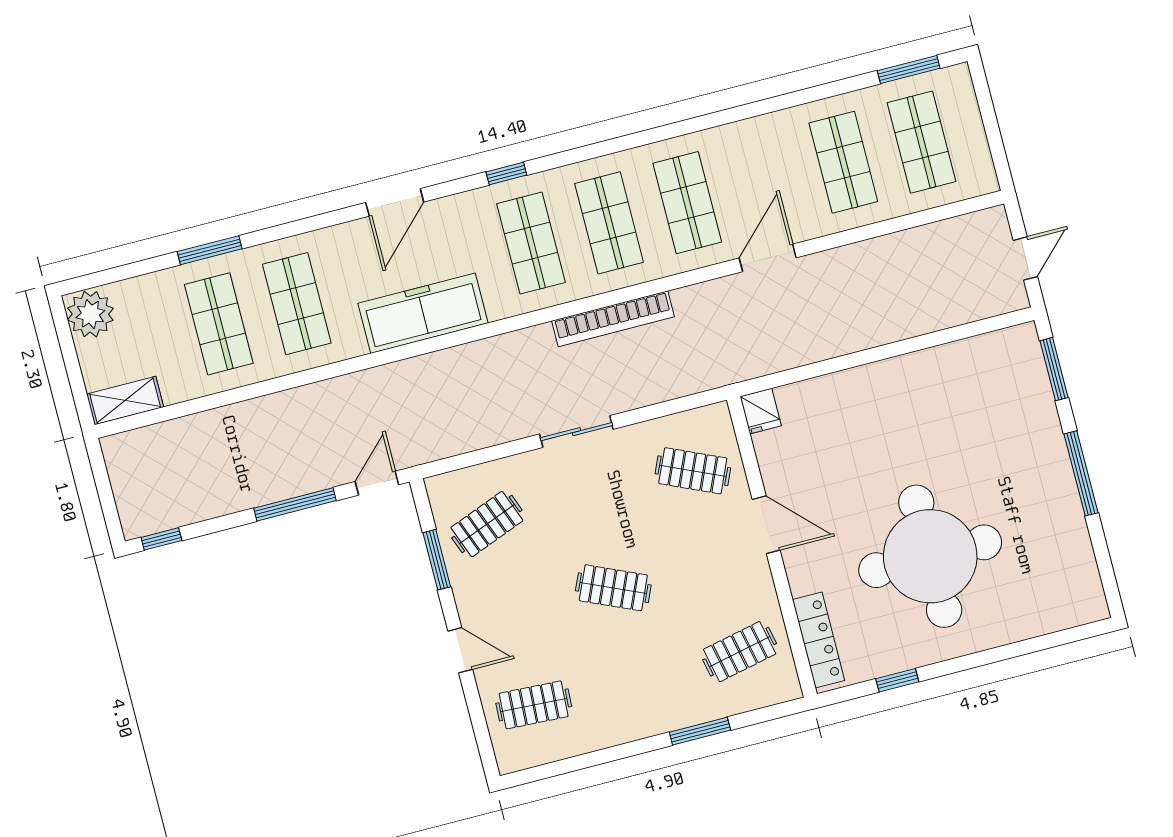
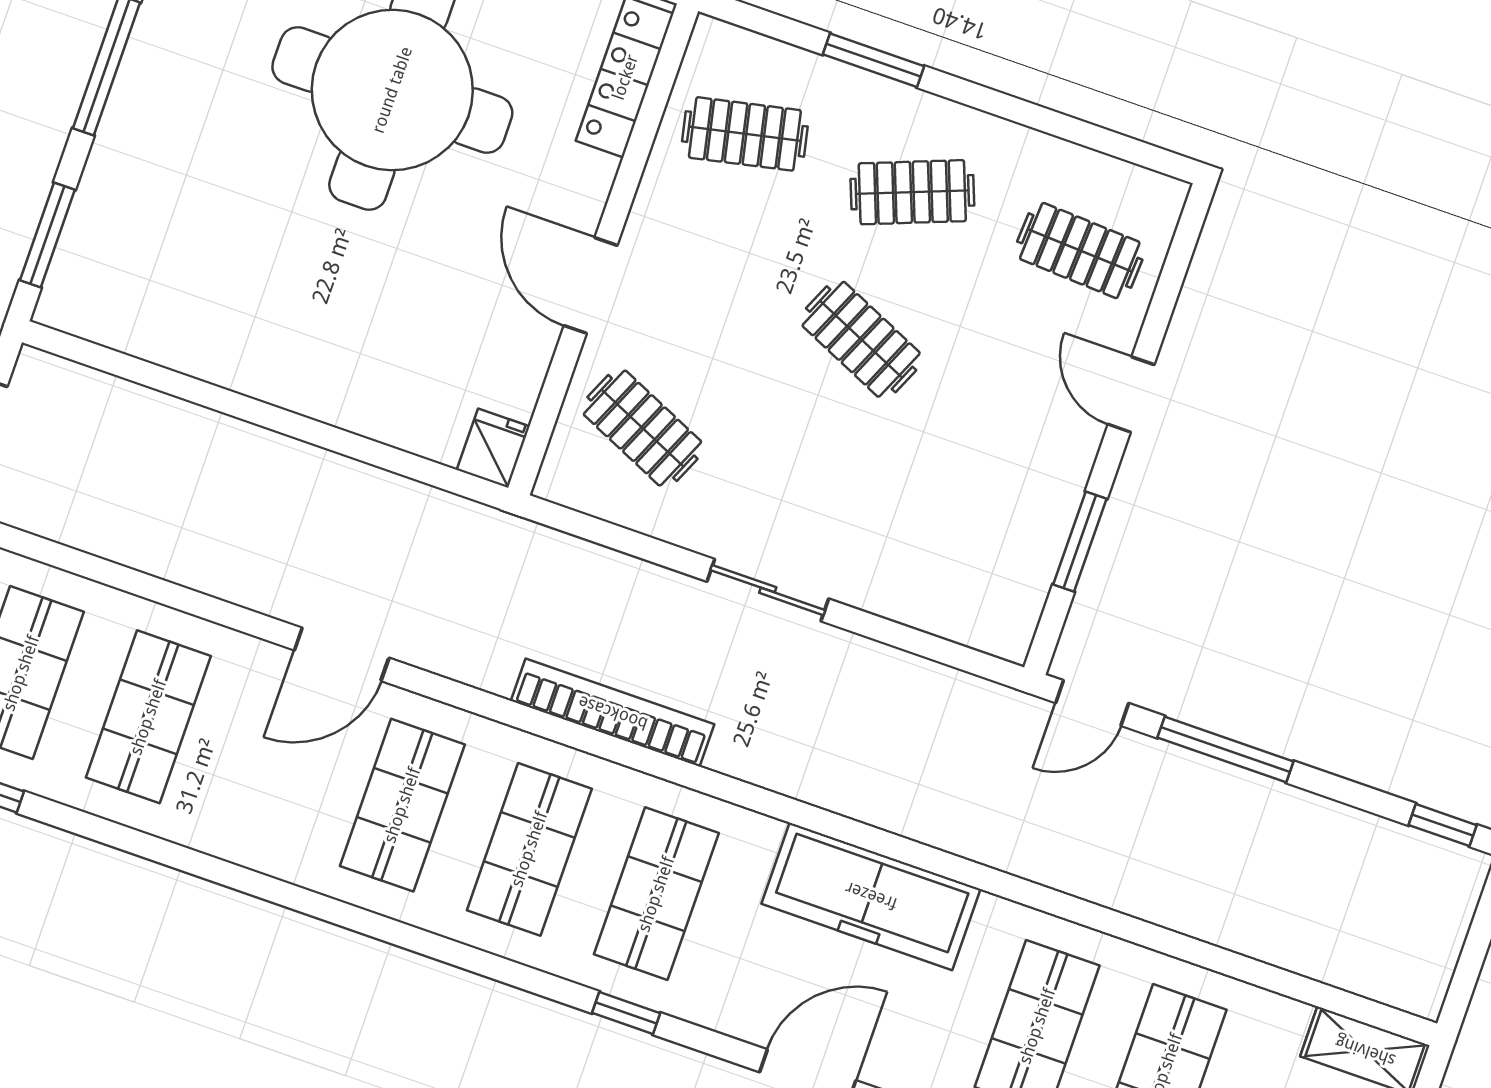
clothes rail: (487, 524) -> (912, 192), moved

